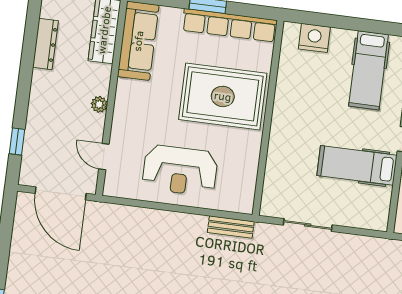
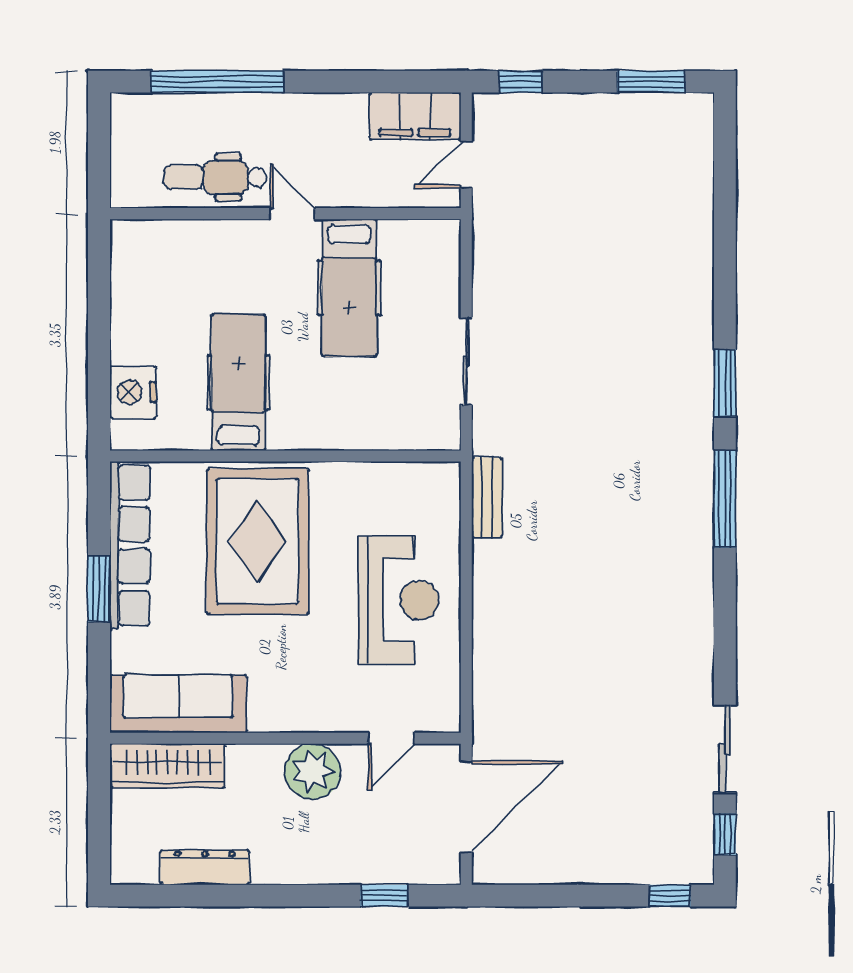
hospital bed: (369, 70) -> (238, 382), moved, turned -90
plant: (99, 104) -> (313, 771), width x1.88, depth x1.88

